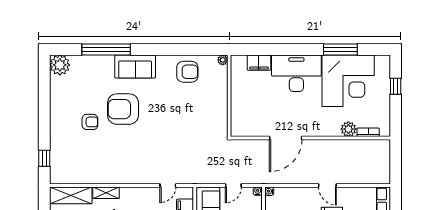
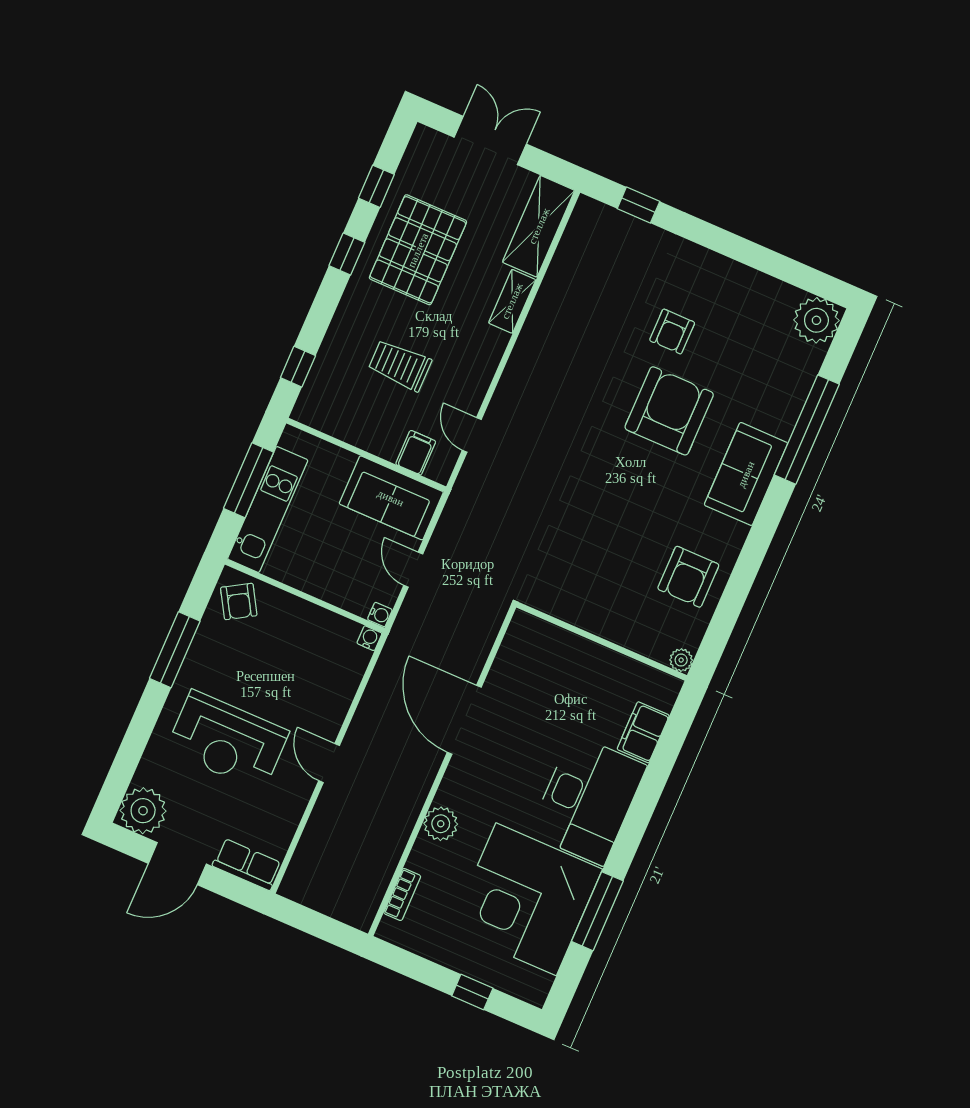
plant: (348, 129) -> (441, 824), moved
door: (327, 185) -> (329, 763), hinge flipped

